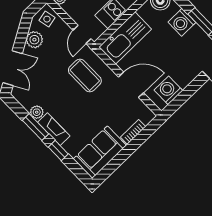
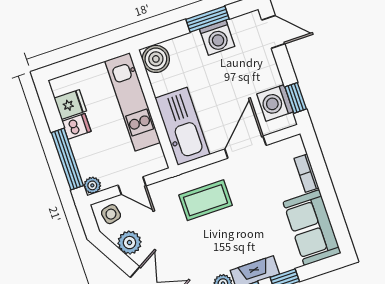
washing machine: (182, 22) -> (217, 38), moved
door: (82, 34) -> (132, 186), moved
window: (178, 102) -> (296, 98), added

